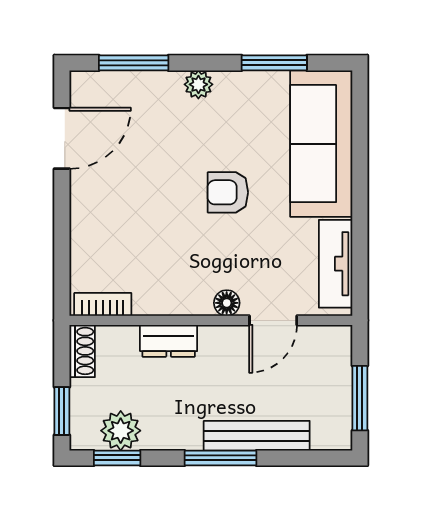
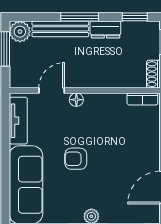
armchair: (228, 192) -> (76, 159), turned 180
dresser: (169, 341) -> (105, 30), moved, turned 180
plant: (121, 431) -> (20, 32), moved

